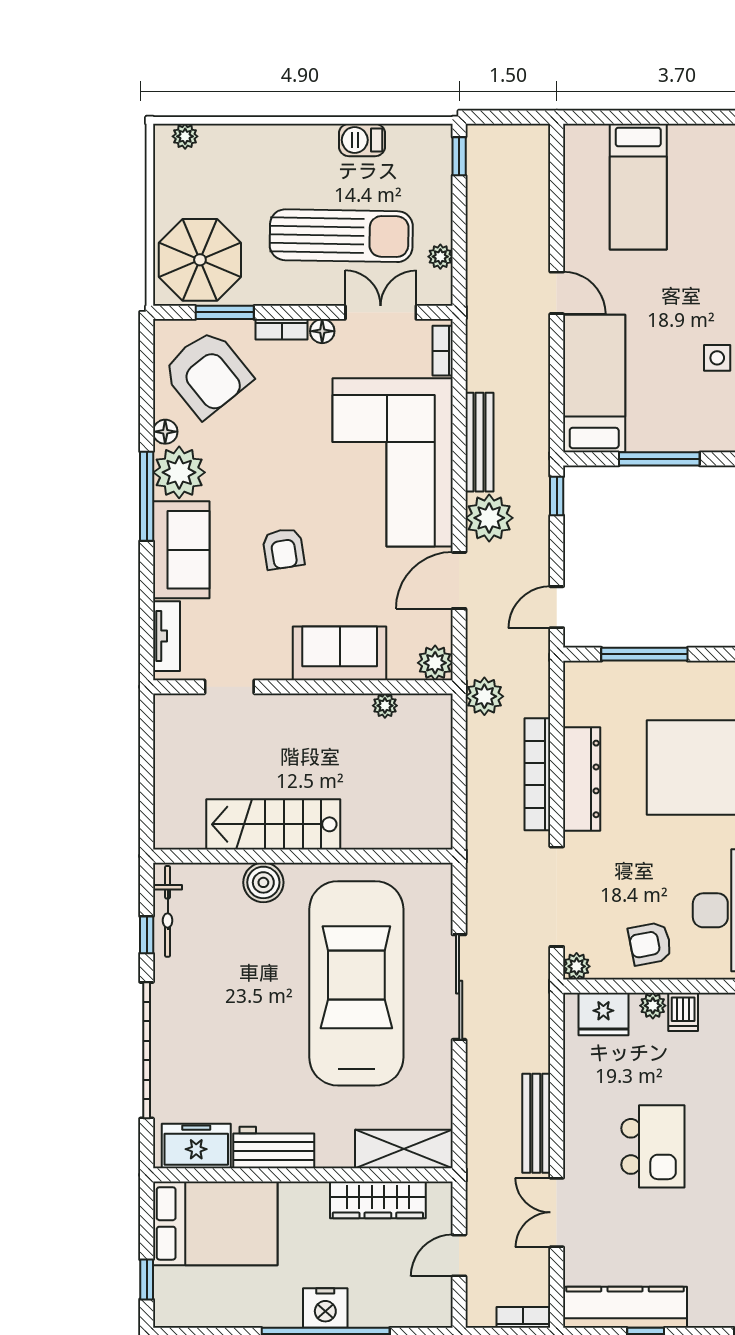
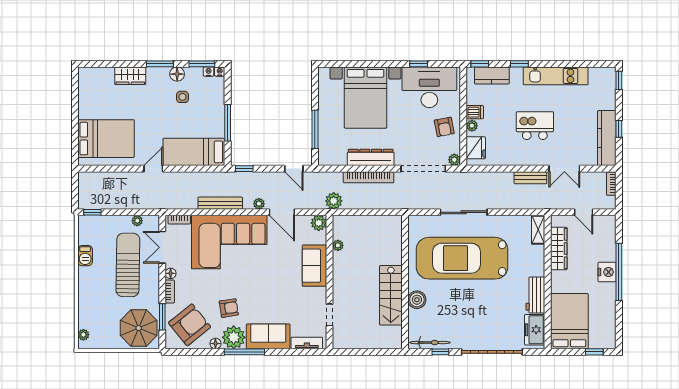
bed: (638, 187) -> (106, 139), width x1.50
plant: (489, 518) -> (259, 204), width x0.53, depth x0.53
armchair: (283, 549) -> (229, 308), moved
bench: (536, 1123) -> (530, 178), width x0.73
shelving: (404, 1149) -> (538, 230), width x0.67, depth x0.75

